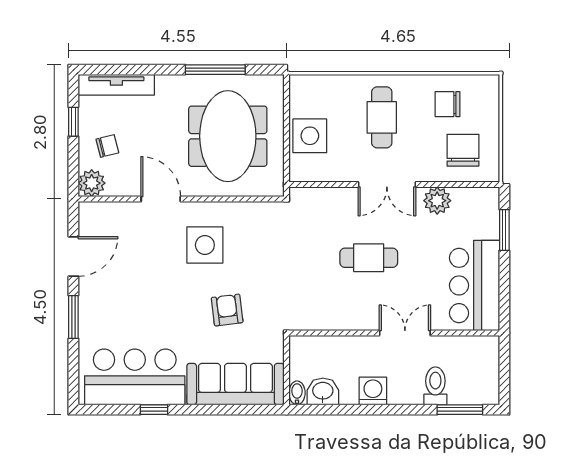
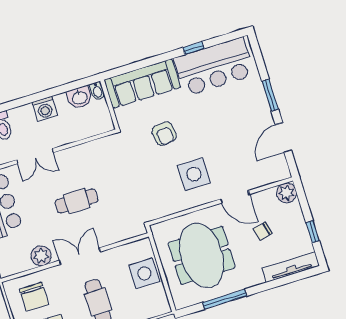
chair: (107, 146) -> (263, 231), moved

